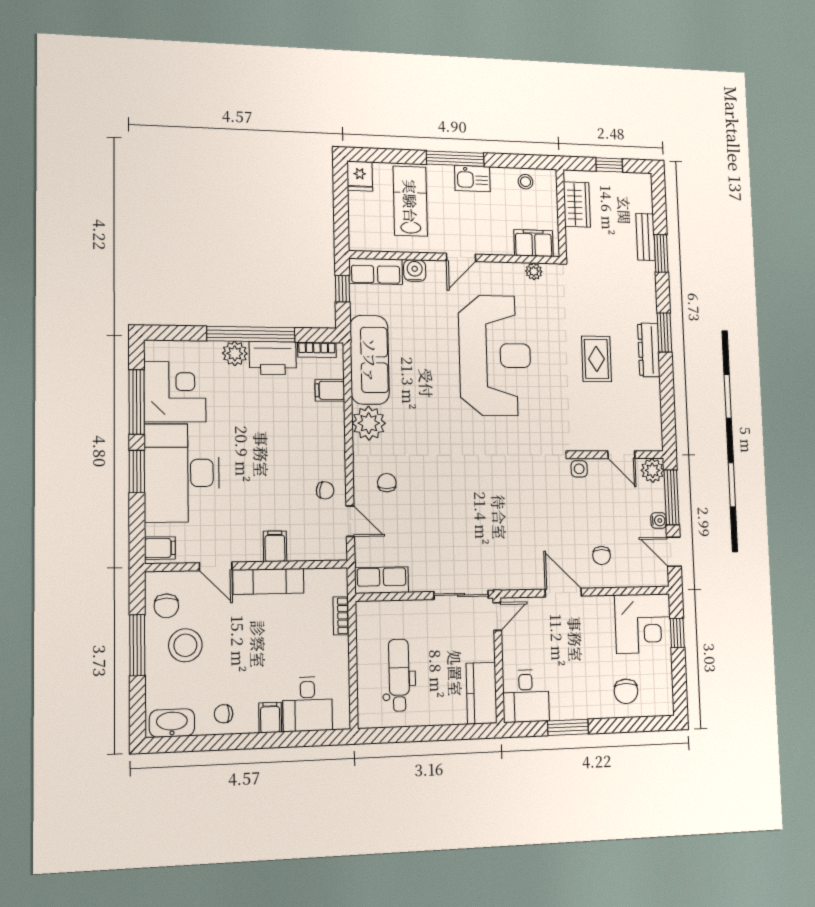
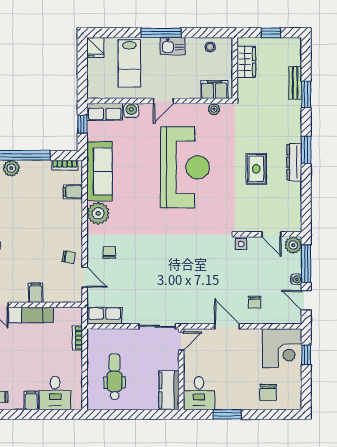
lab bench: (410, 201) -> (129, 63), turned 180
printer: (273, 358) -> (36, 171), removed

